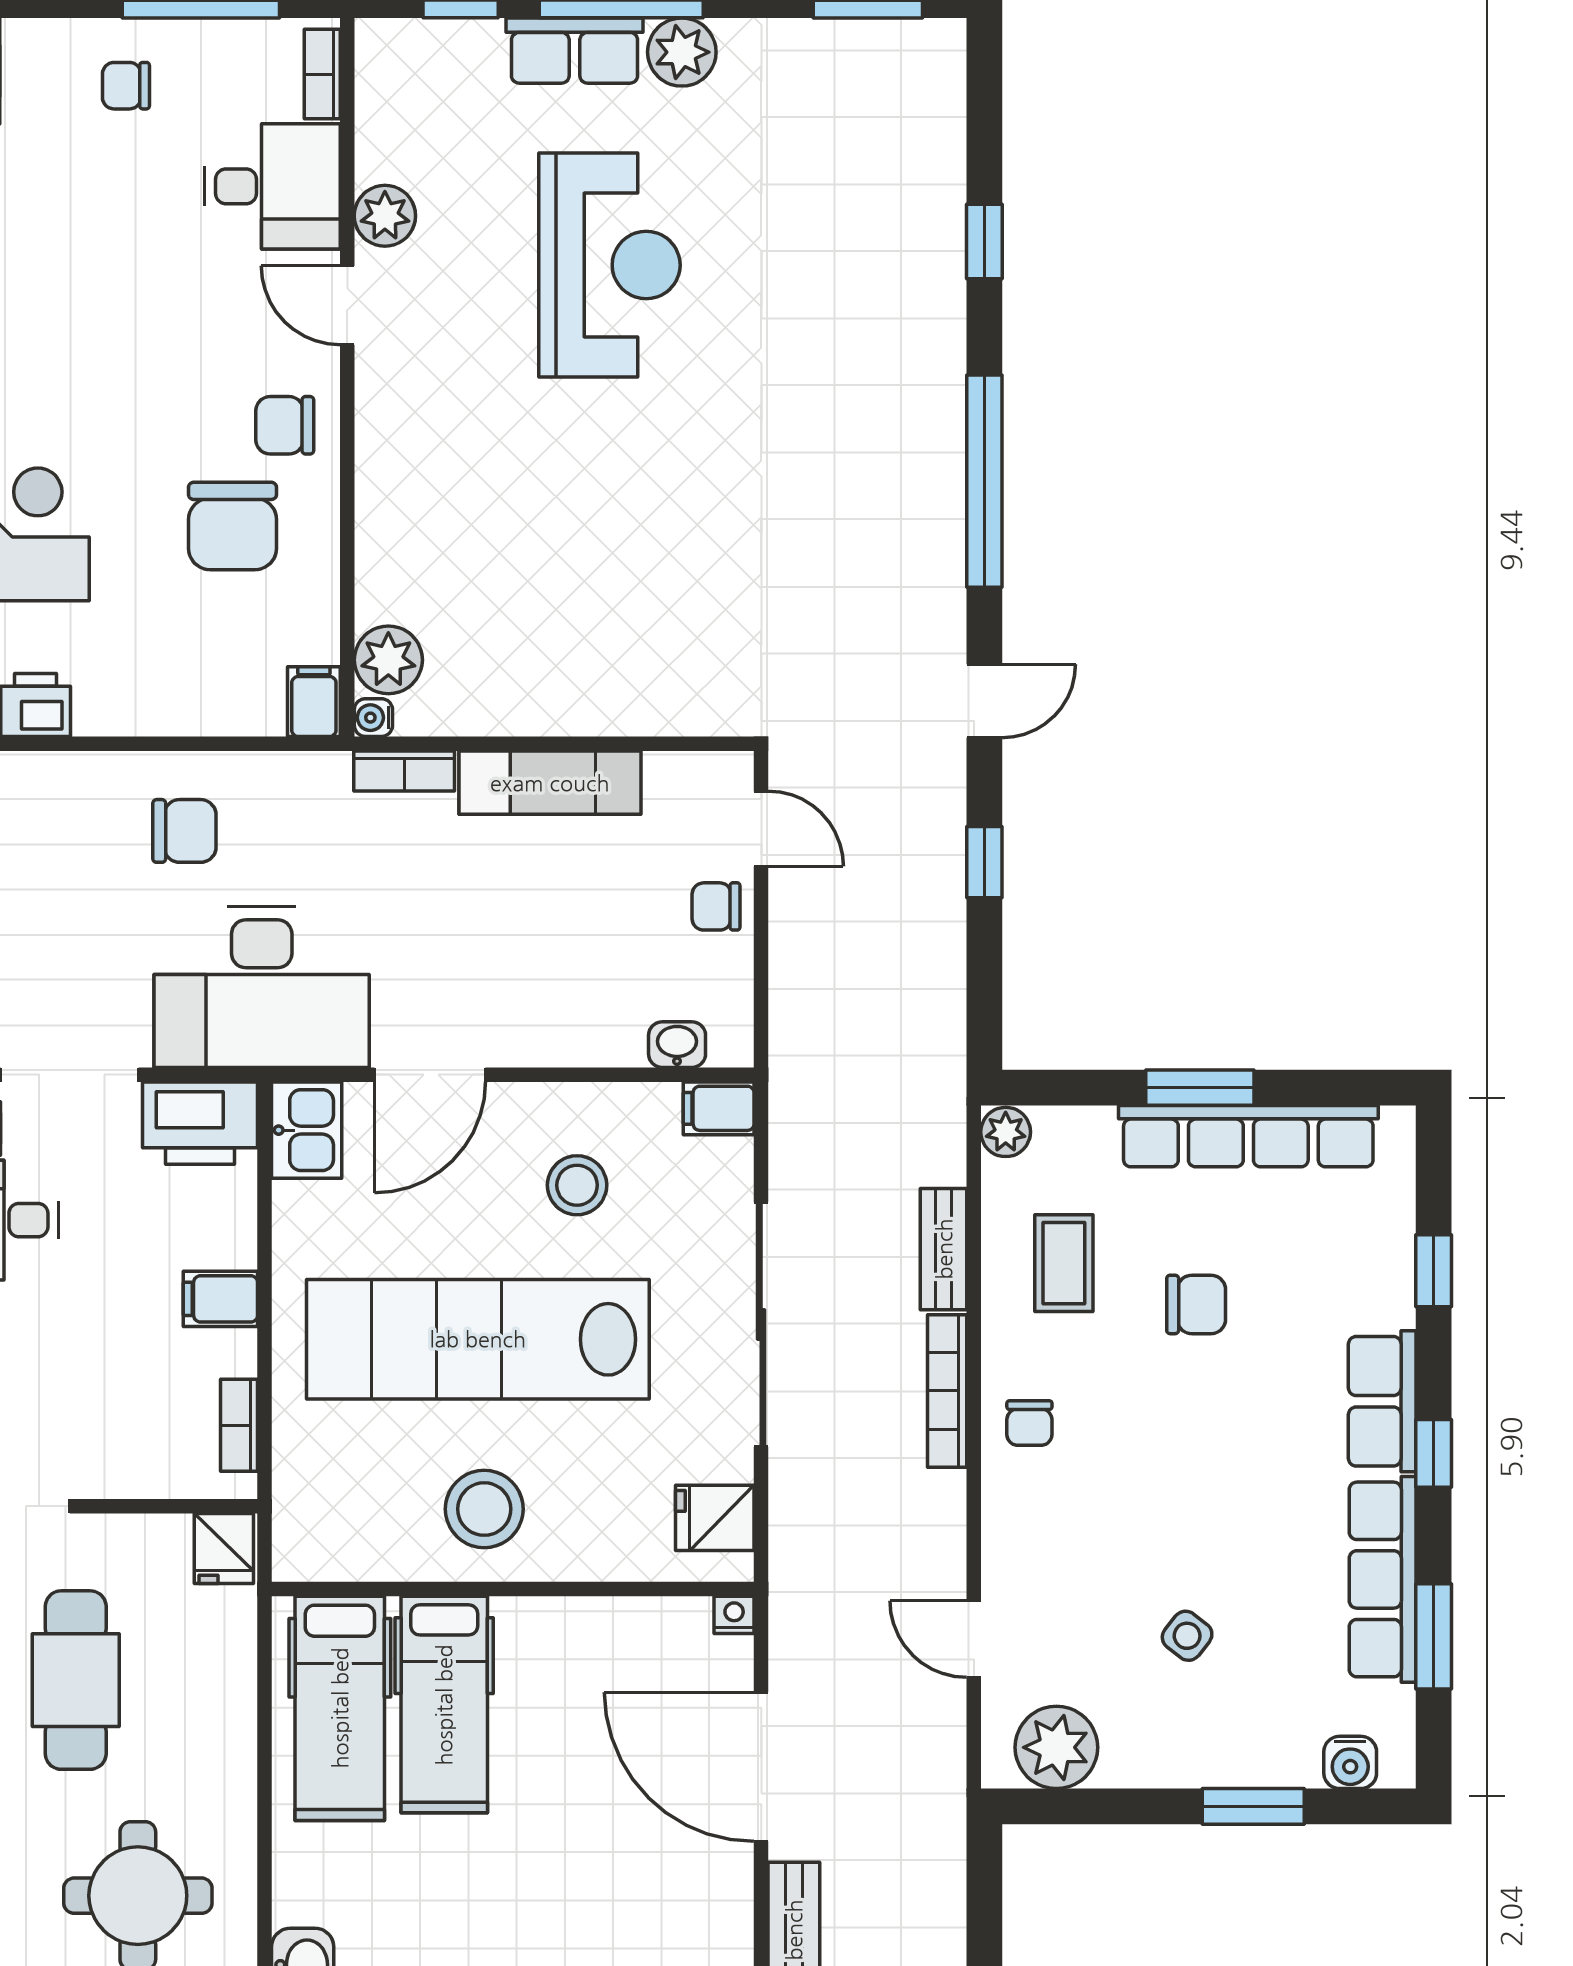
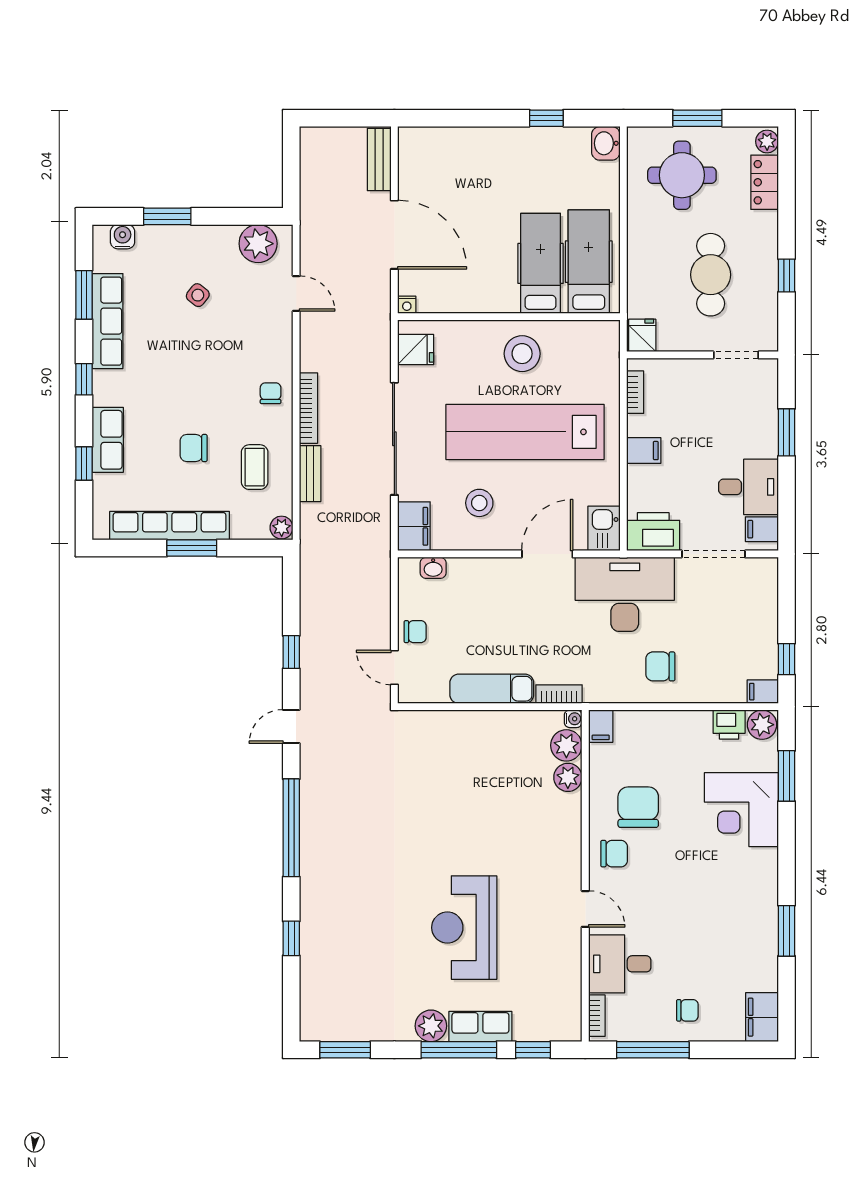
plant: (385, 216) -> (568, 777), moved
filing cabinet: (719, 1108) -> (414, 526), width x2.00
lab bench: (478, 1339) -> (525, 432), turned 180
row of seats: (1382, 1401) -> (108, 440), moved

